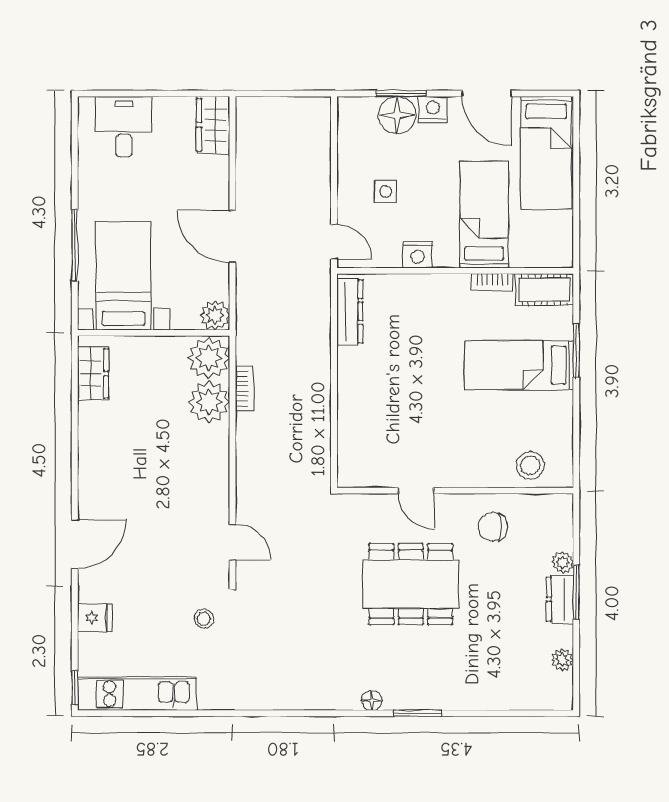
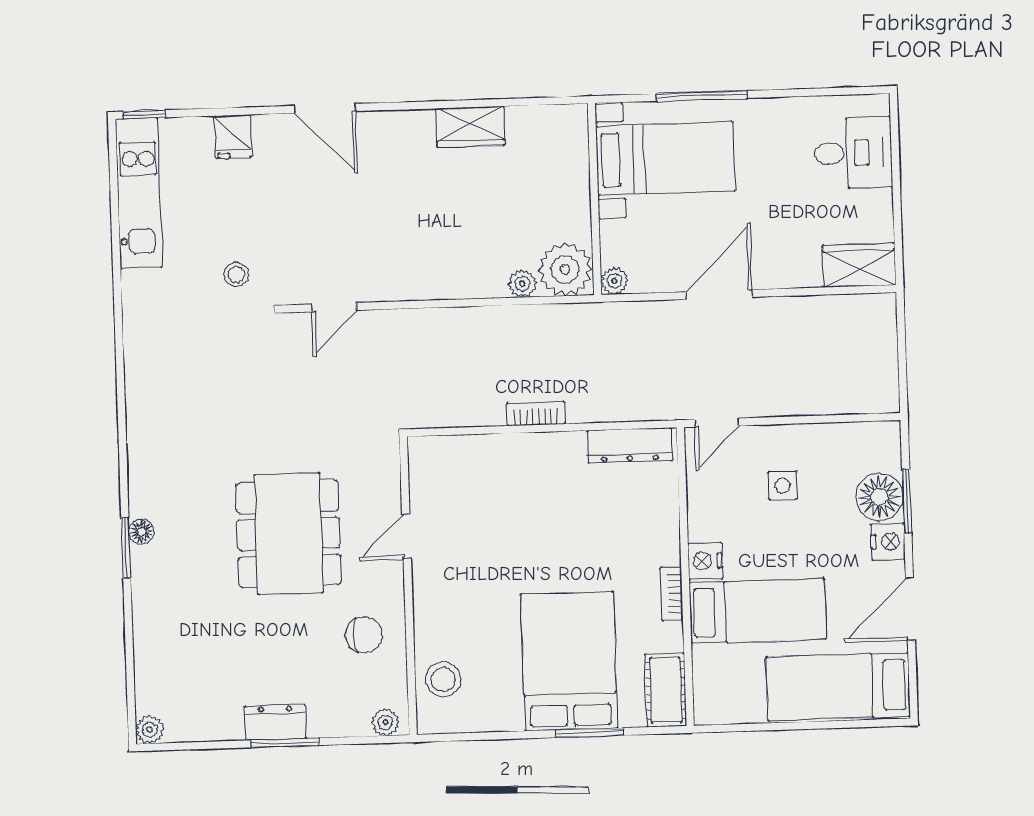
nightstand: (418, 255) -> (705, 561), moved
bookcase: (492, 282) -> (672, 594), moved
plant: (215, 315) -> (614, 281), width x0.73, depth x0.73
bed: (519, 365) -> (569, 661), width x1.50
wardrobe: (93, 374) -> (470, 127), moved
bookcase: (244, 388) -> (536, 414), moved, turned 180
plant: (209, 402) -> (522, 284), width x0.53, depth x0.53
chair: (493, 527) -> (364, 635), turned 90
plant: (563, 562) -> (385, 722), moved
plant: (562, 660) -> (150, 730), moved
floor lamp: (372, 700) -> (142, 532), moved

